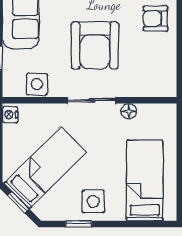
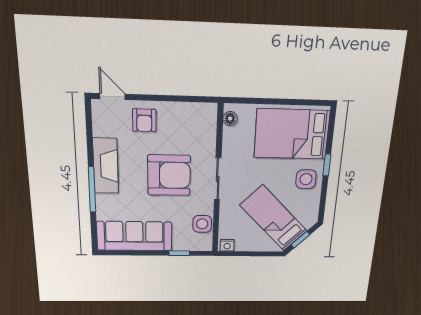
floor lamp: (129, 111) -> (230, 119), moved
bed: (145, 180) -> (292, 134), width x1.50
window: (79, 224) -> (327, 165), moved

